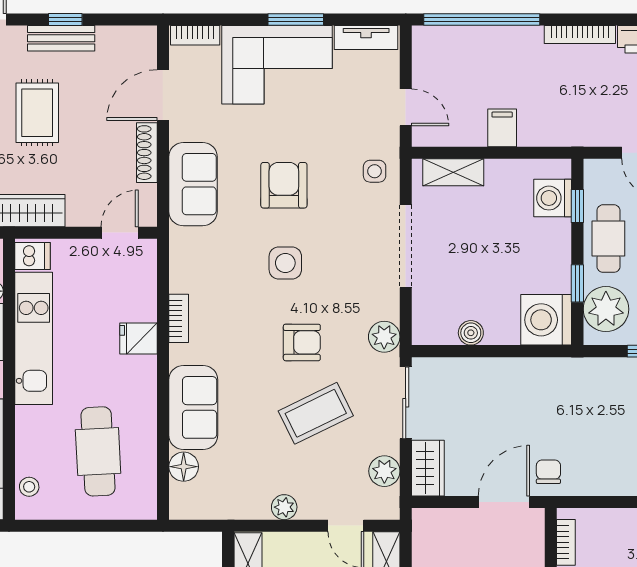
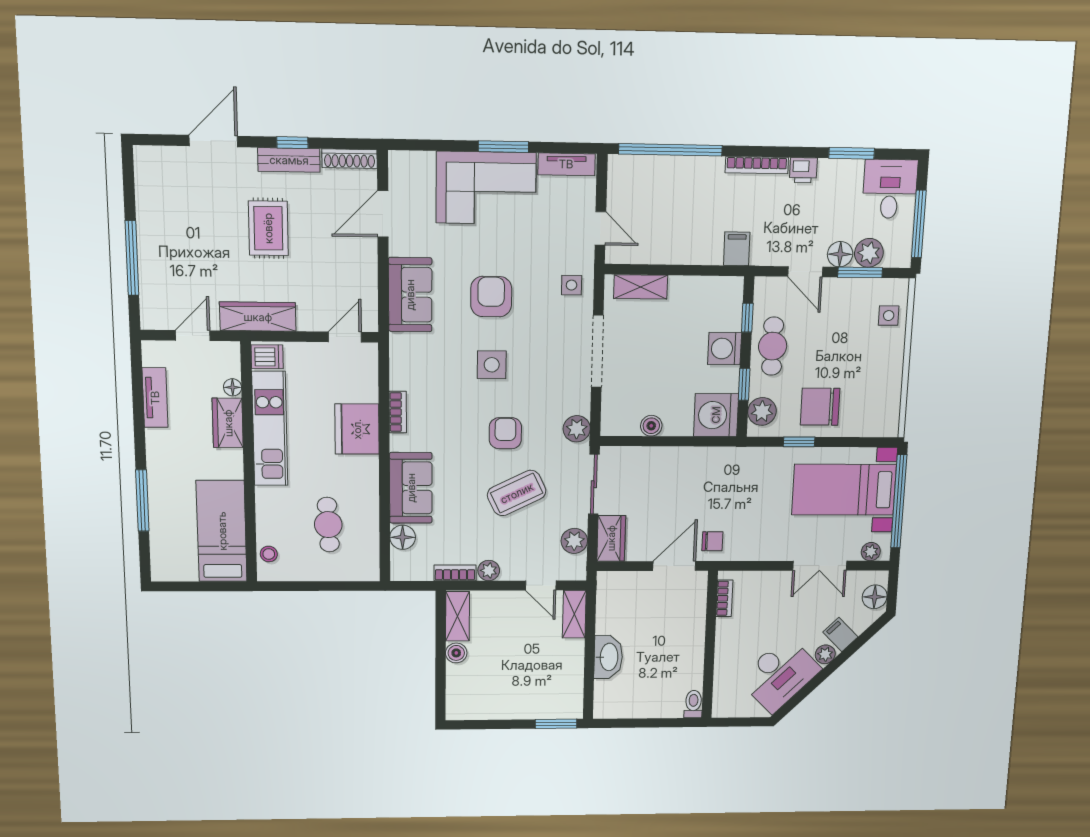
bookcase: (195, 35) -> (455, 573), moved, turned 180
filing cabinet: (502, 128) -> (737, 249), moved
shoe rack: (147, 153) -> (350, 159), moved, turned -90
washing machine: (553, 198) -> (725, 349), moved
plant: (606, 309) -> (762, 411), width x0.73, depth x0.73
fridge: (139, 338) -> (357, 429), width x1.88, depth x1.34
armchair: (302, 342) -> (505, 433), turned -90
cafe table: (98, 451) -> (328, 525), width x0.73, depth x0.74
chair: (548, 472) -> (712, 541), turned 90

